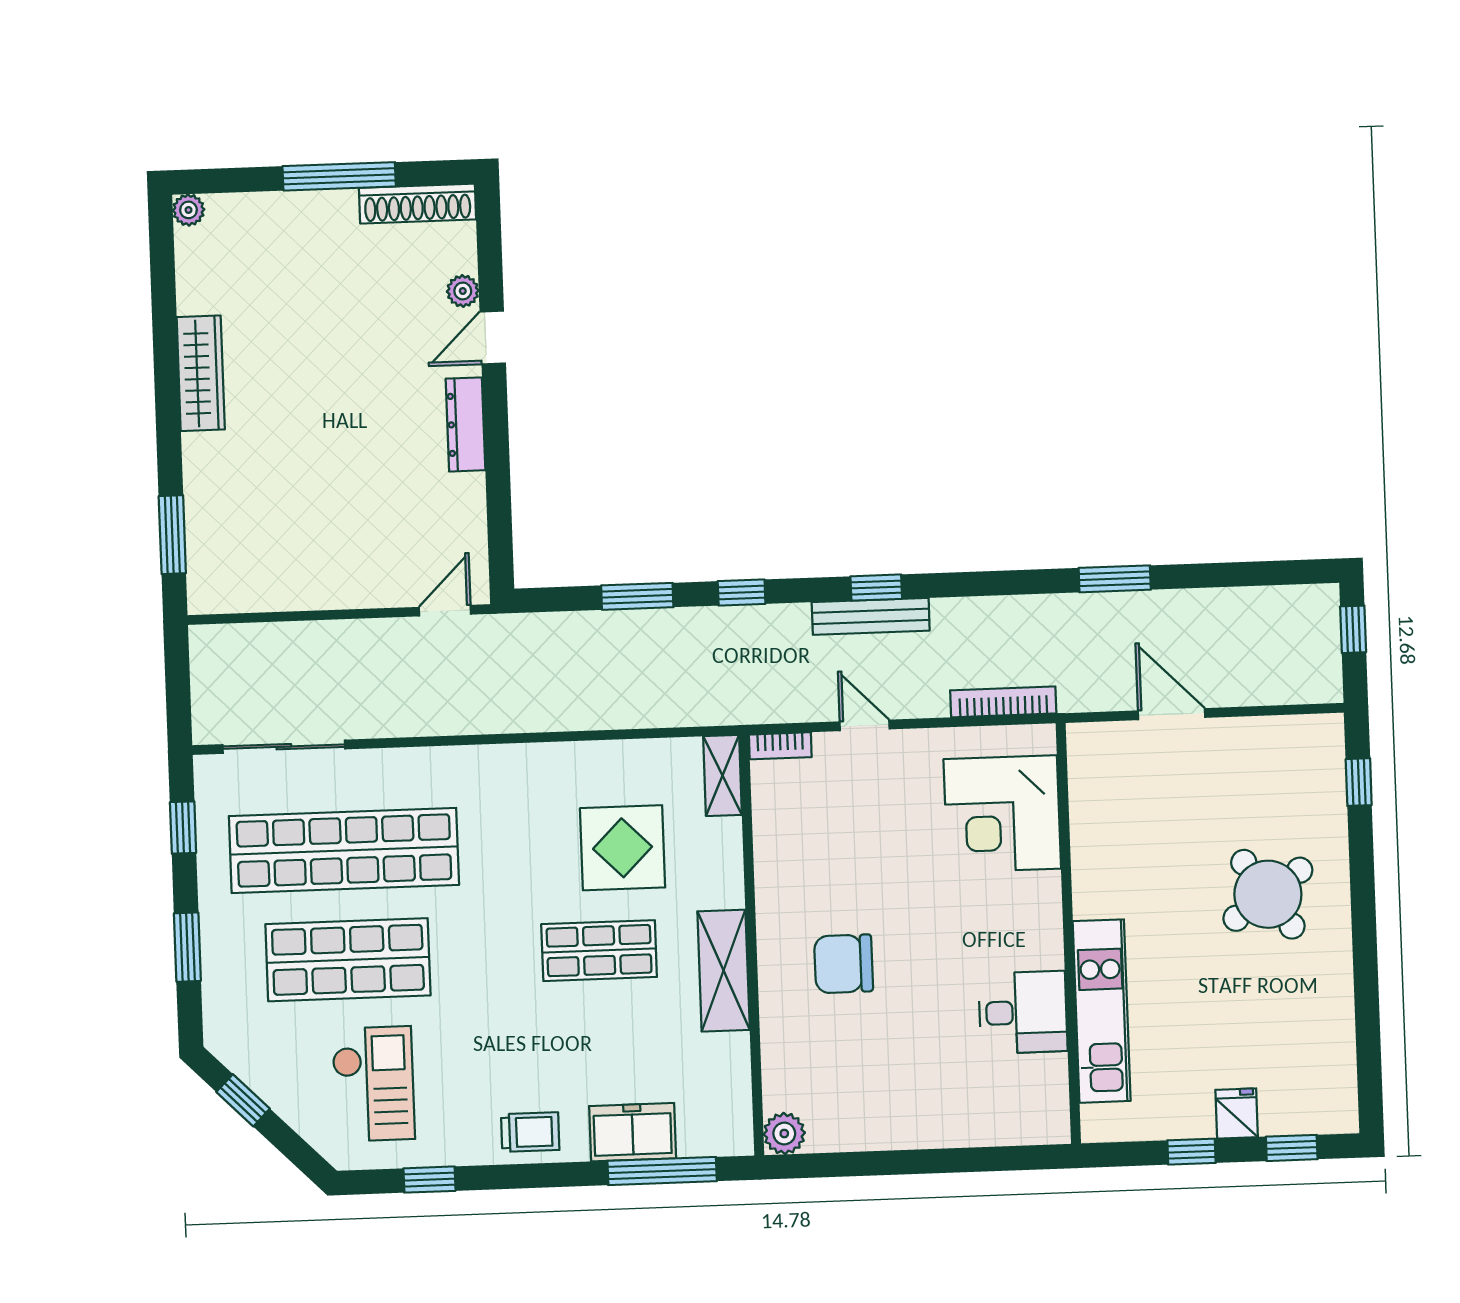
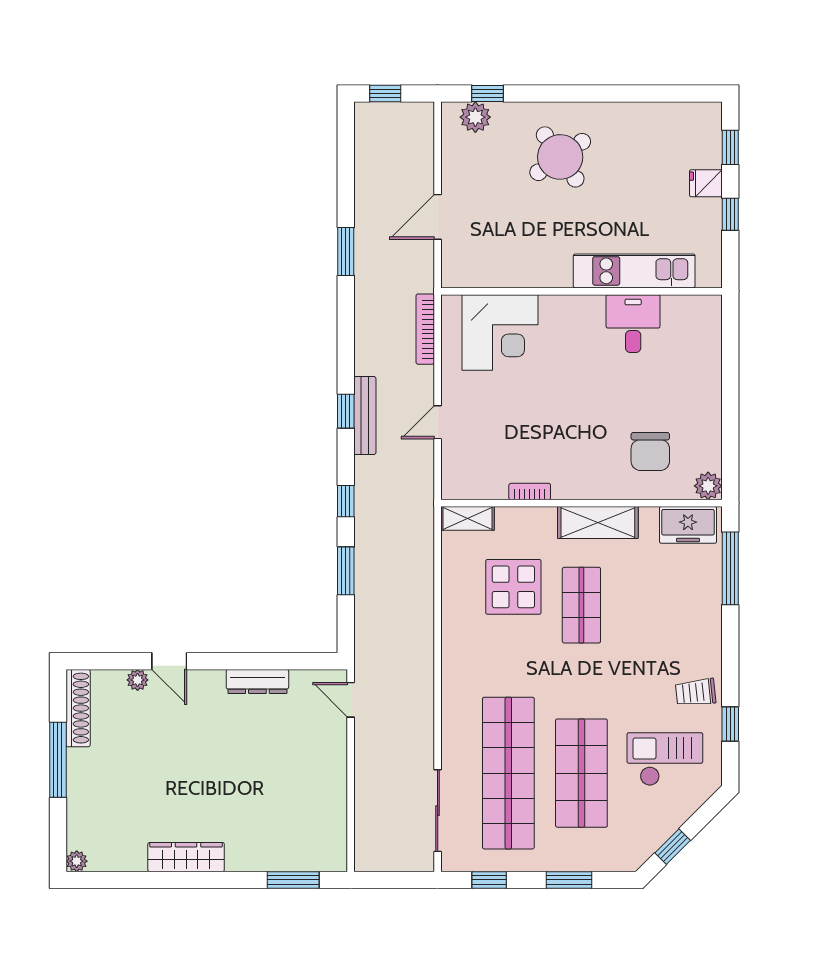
dresser: (466, 424) -> (257, 681), moved
bookcase: (780, 746) -> (530, 492), moved, turned -90
plant: (1323, 765) -> (475, 117), added
chair: (844, 964) -> (650, 452), moved
trolley: (530, 1132) -> (696, 692), moved, turned -96
freezer: (633, 1132) -> (688, 525), moved, turned -90

